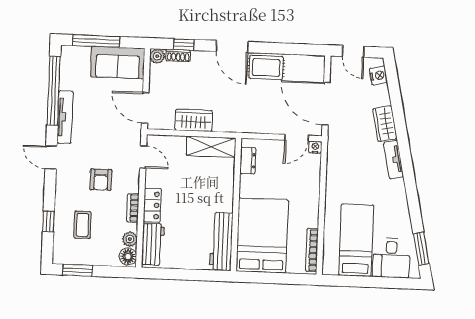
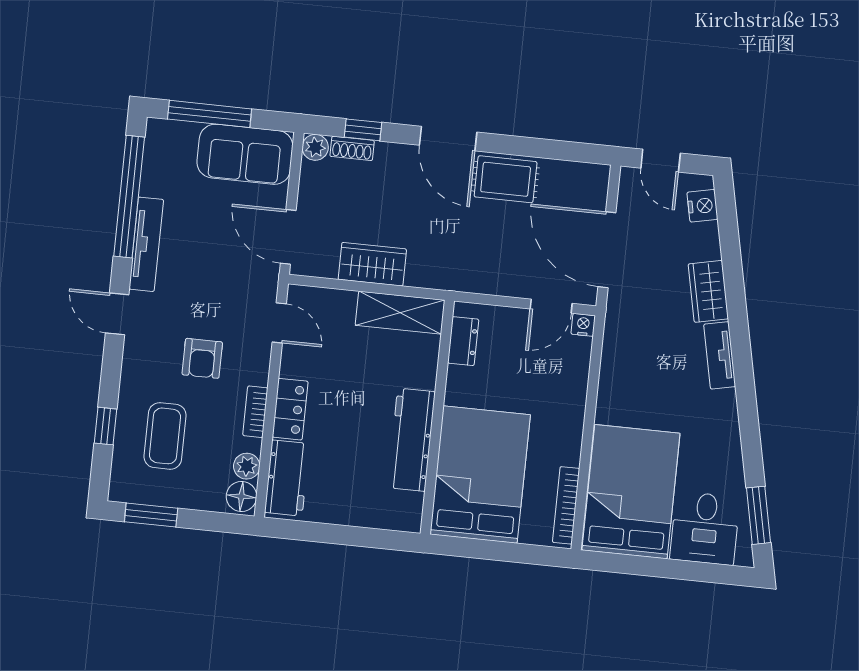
coffee table: (82, 225) -> (165, 436), width x1.36, depth x1.30
bed: (356, 240) -> (631, 492), width x1.50
workbench: (221, 241) -> (411, 440), moved

